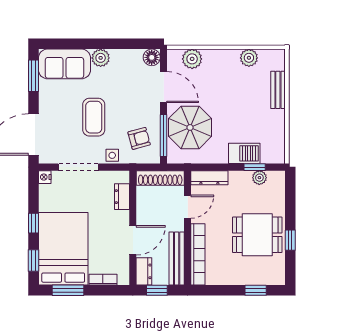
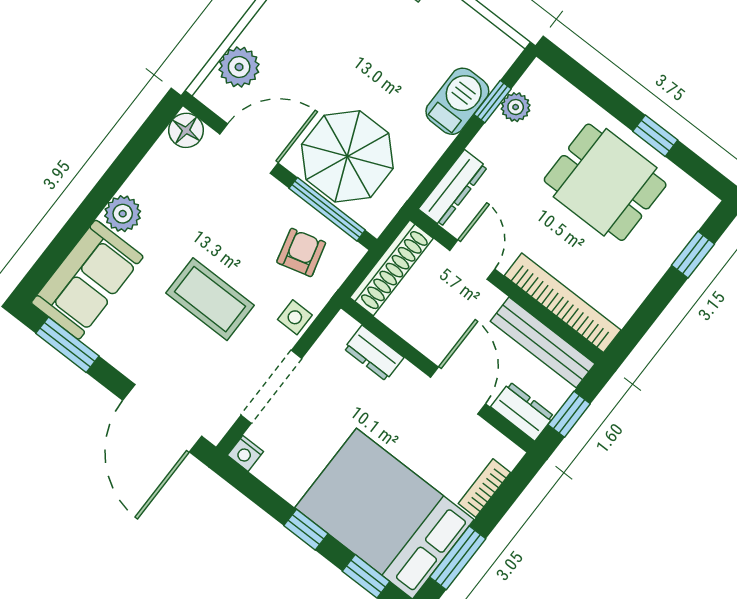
dining table: (257, 235) -> (605, 182), turned 90

